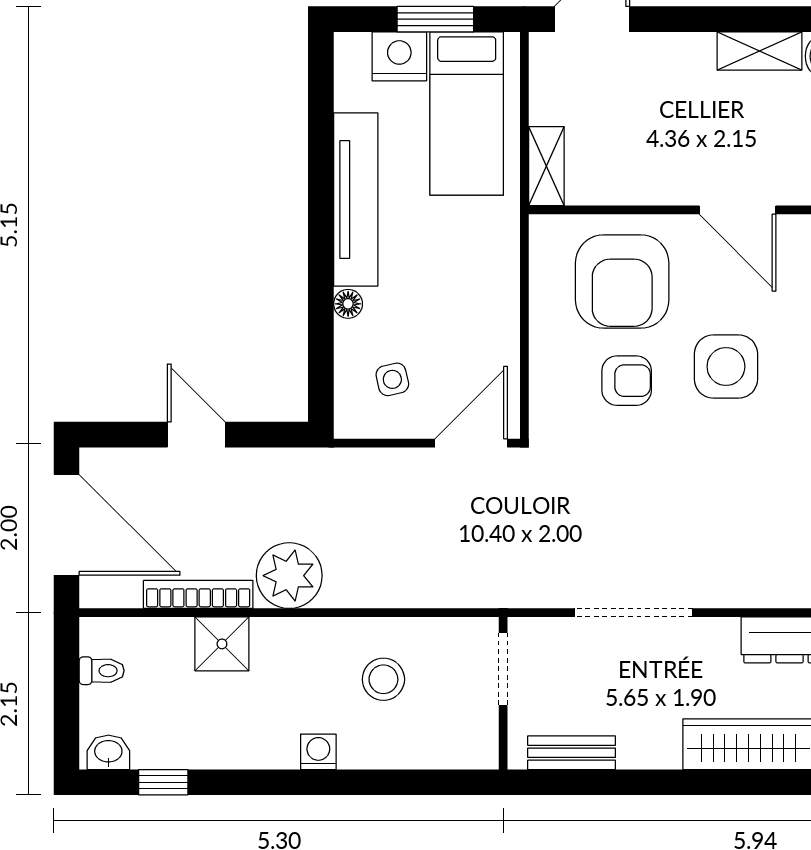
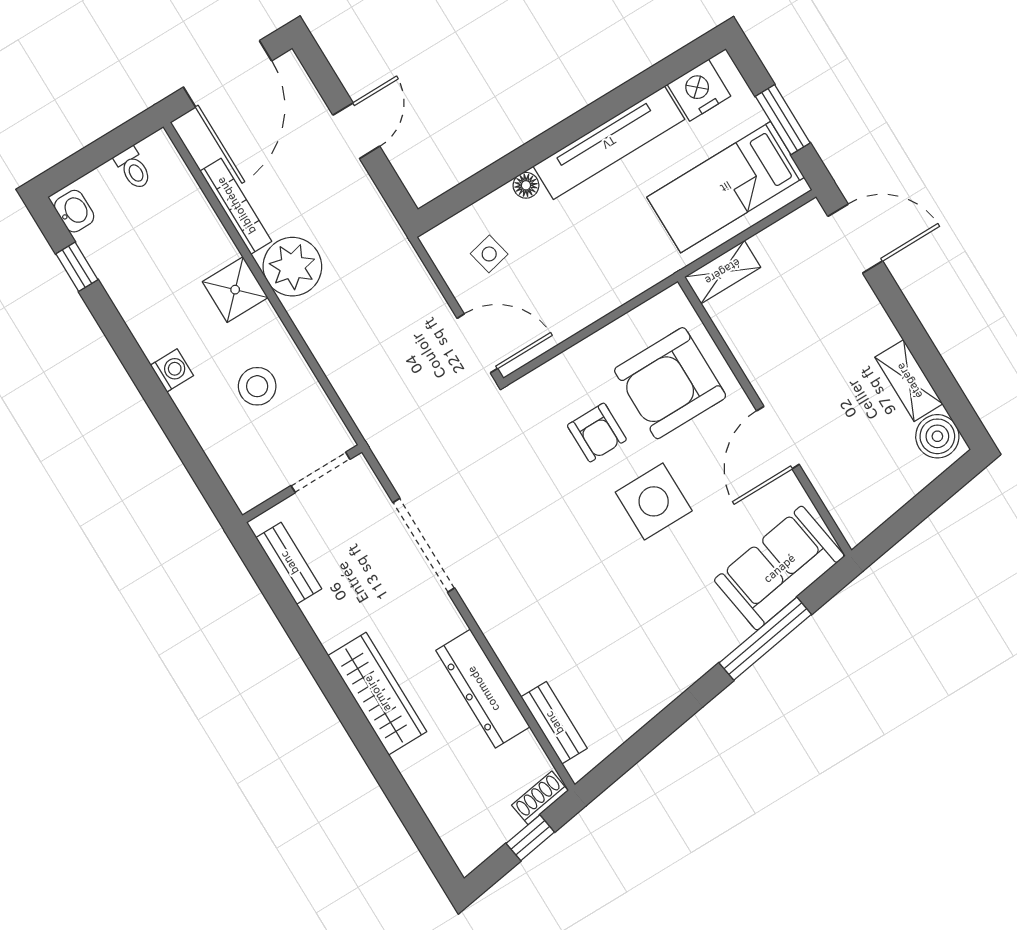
nightstand: (399, 56) -> (699, 90), moved, turned -90
shower: (222, 644) -> (235, 290), moved

